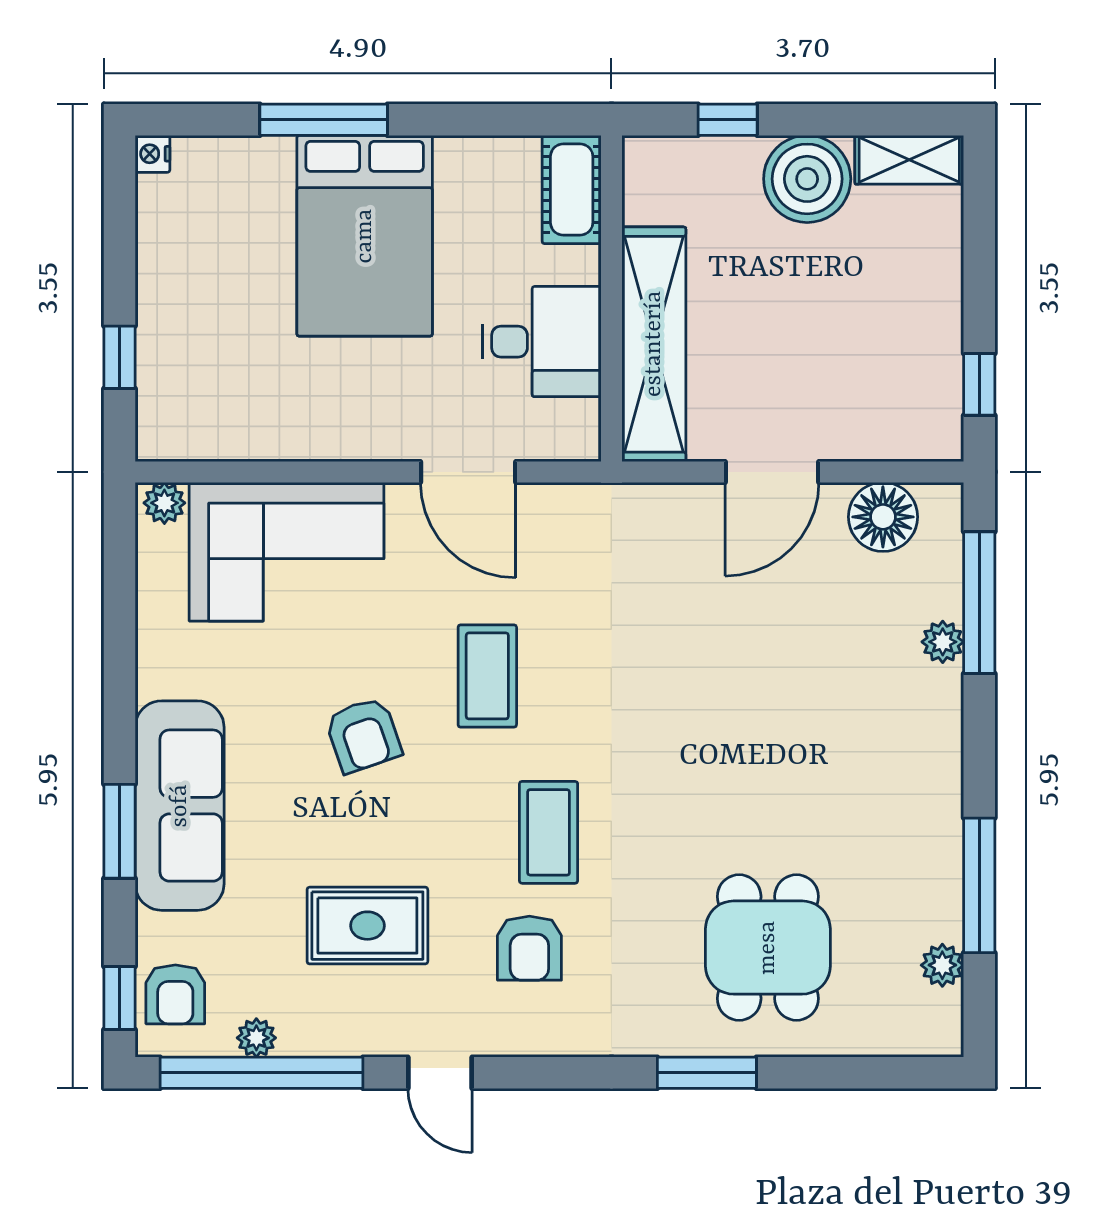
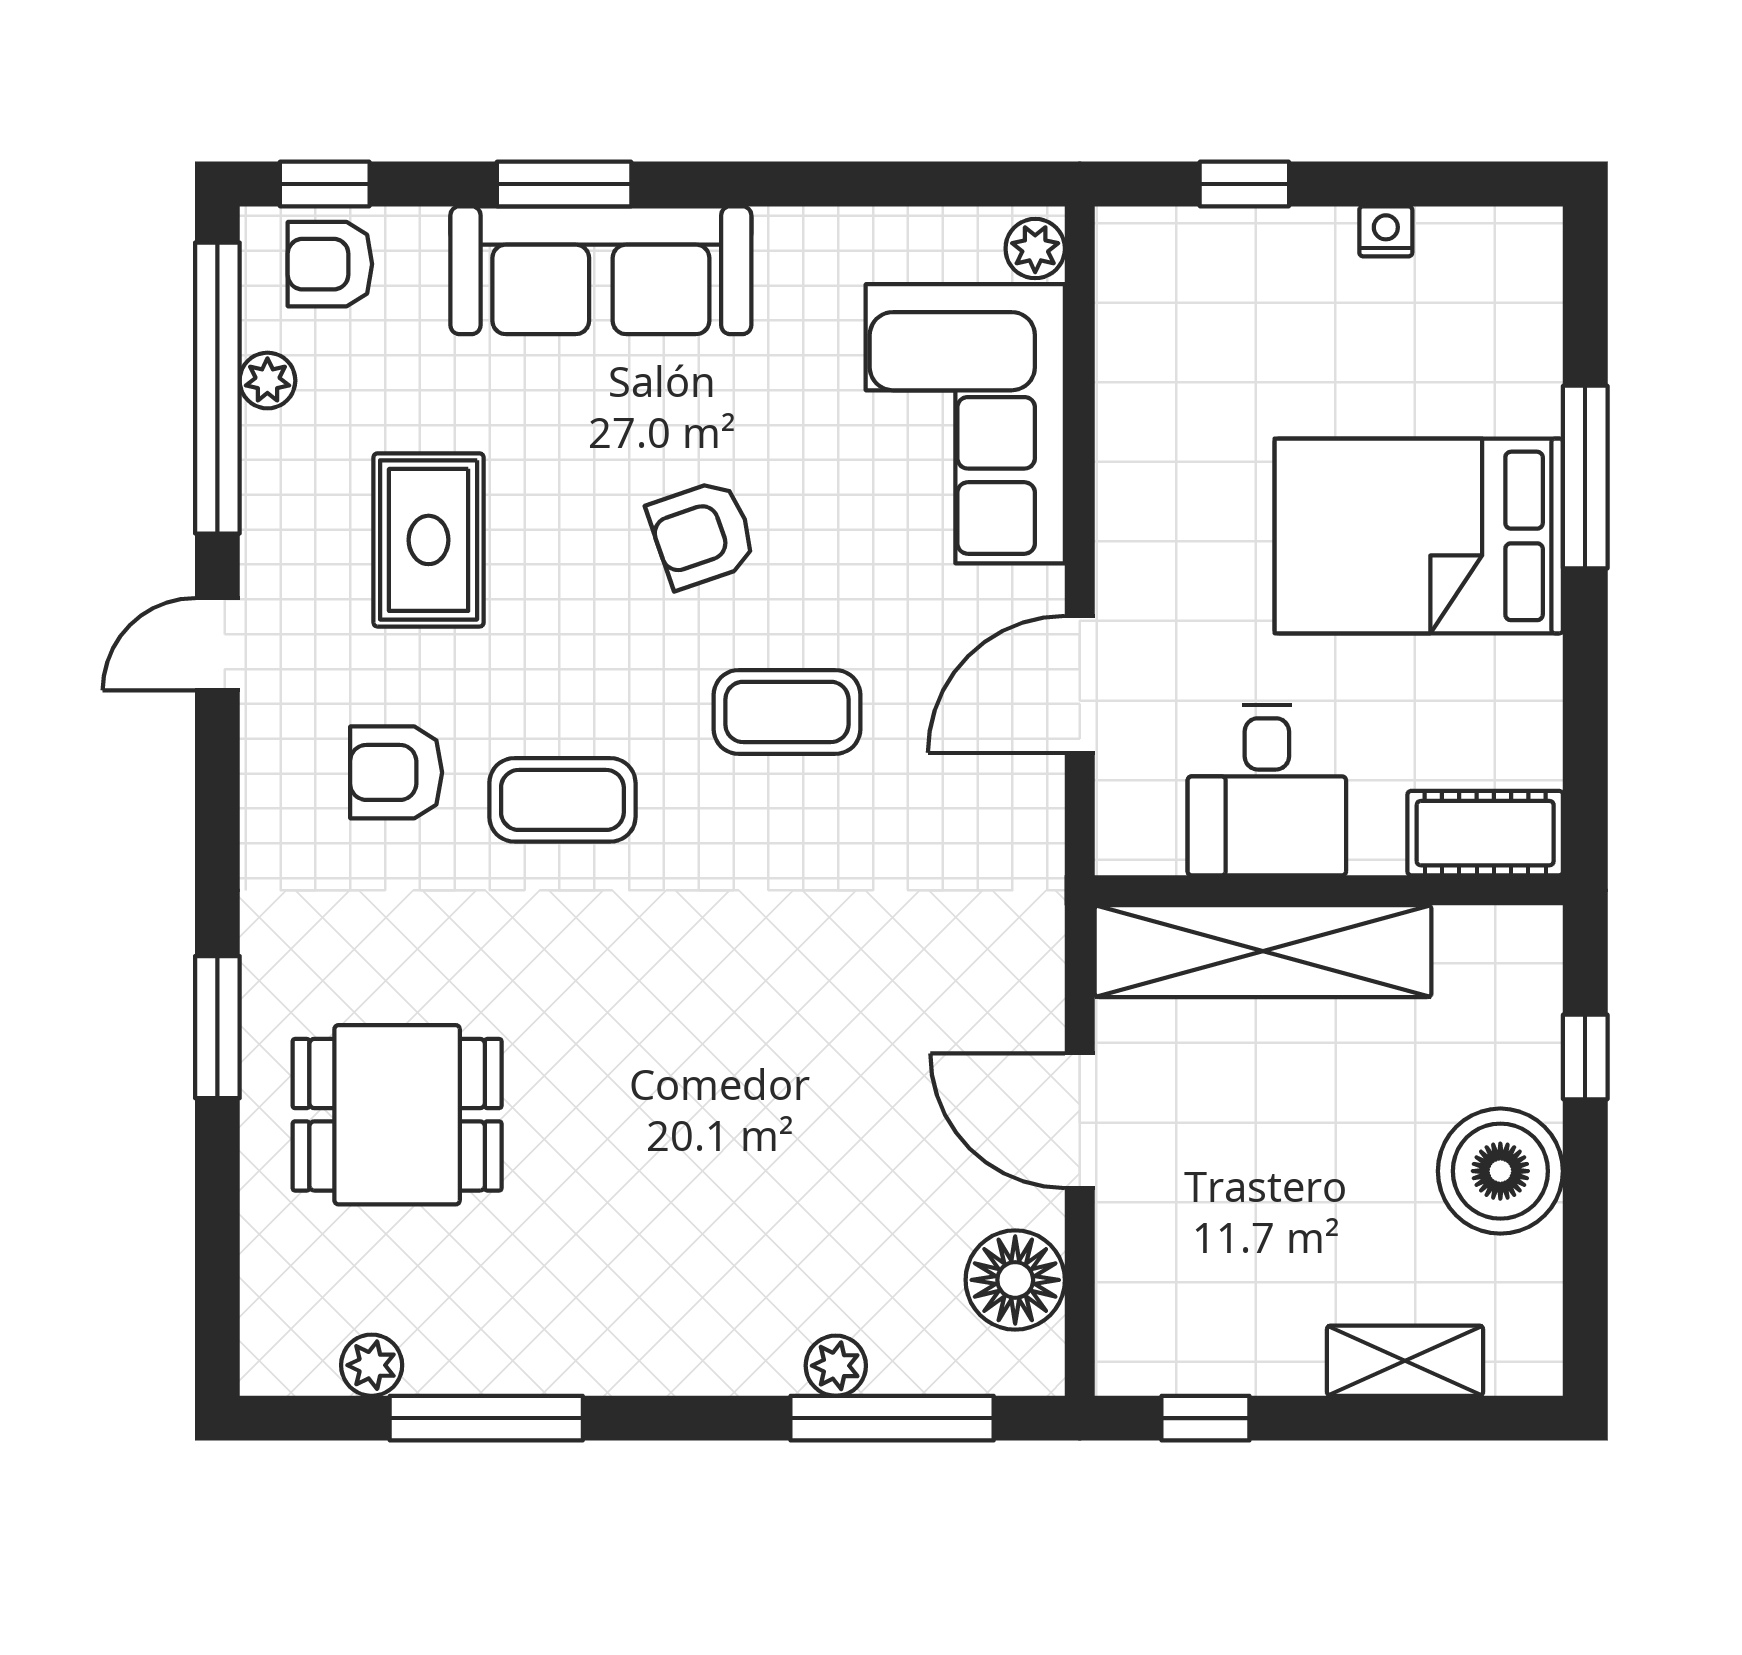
nightstand: (152, 154) -> (1386, 231), moved
shelving: (909, 160) -> (1405, 1361), moved, turned 90

